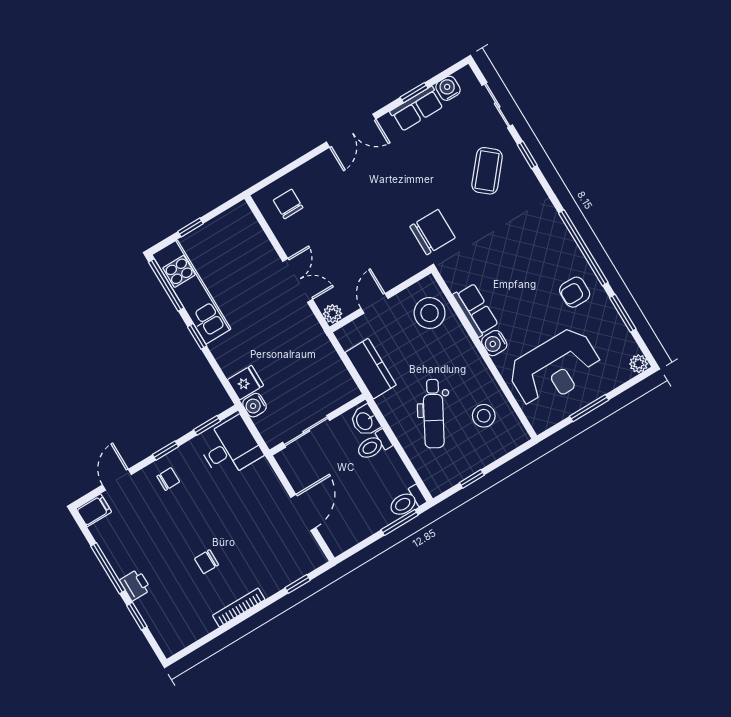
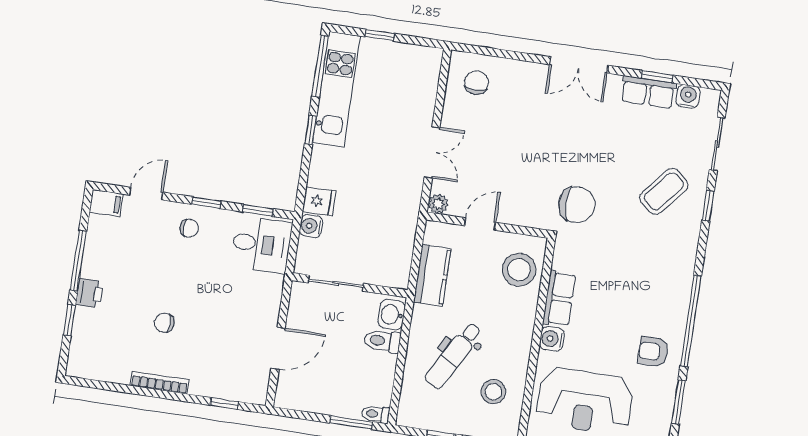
toilet: (407, 502) -> (376, 414), width x0.73, depth x0.72

